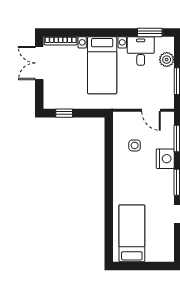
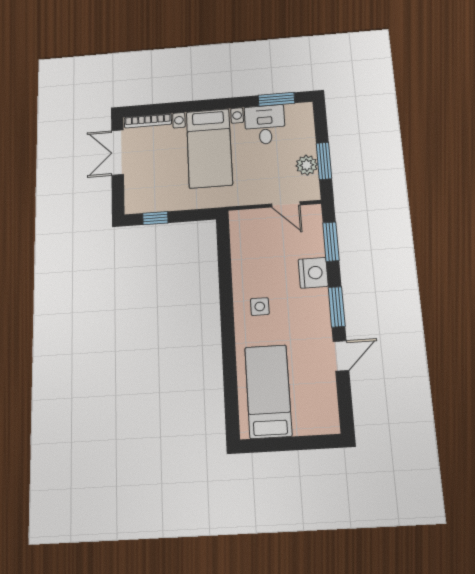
plant: (167, 60) -> (307, 165), moved
side table: (135, 145) -> (260, 307), moved

